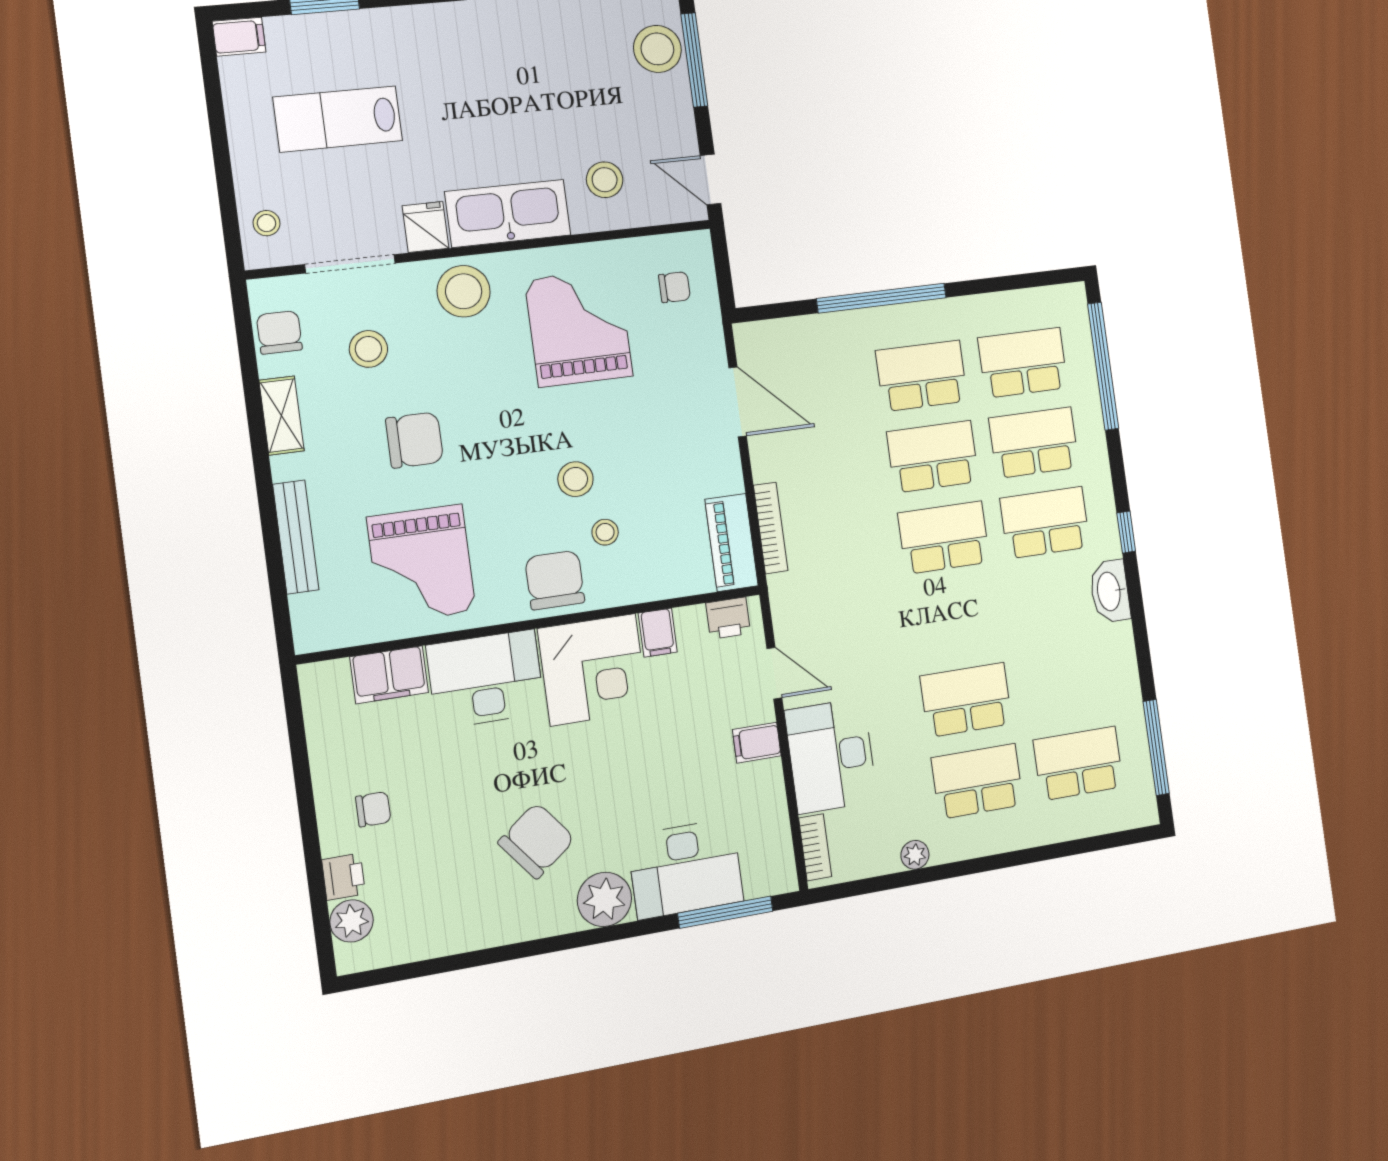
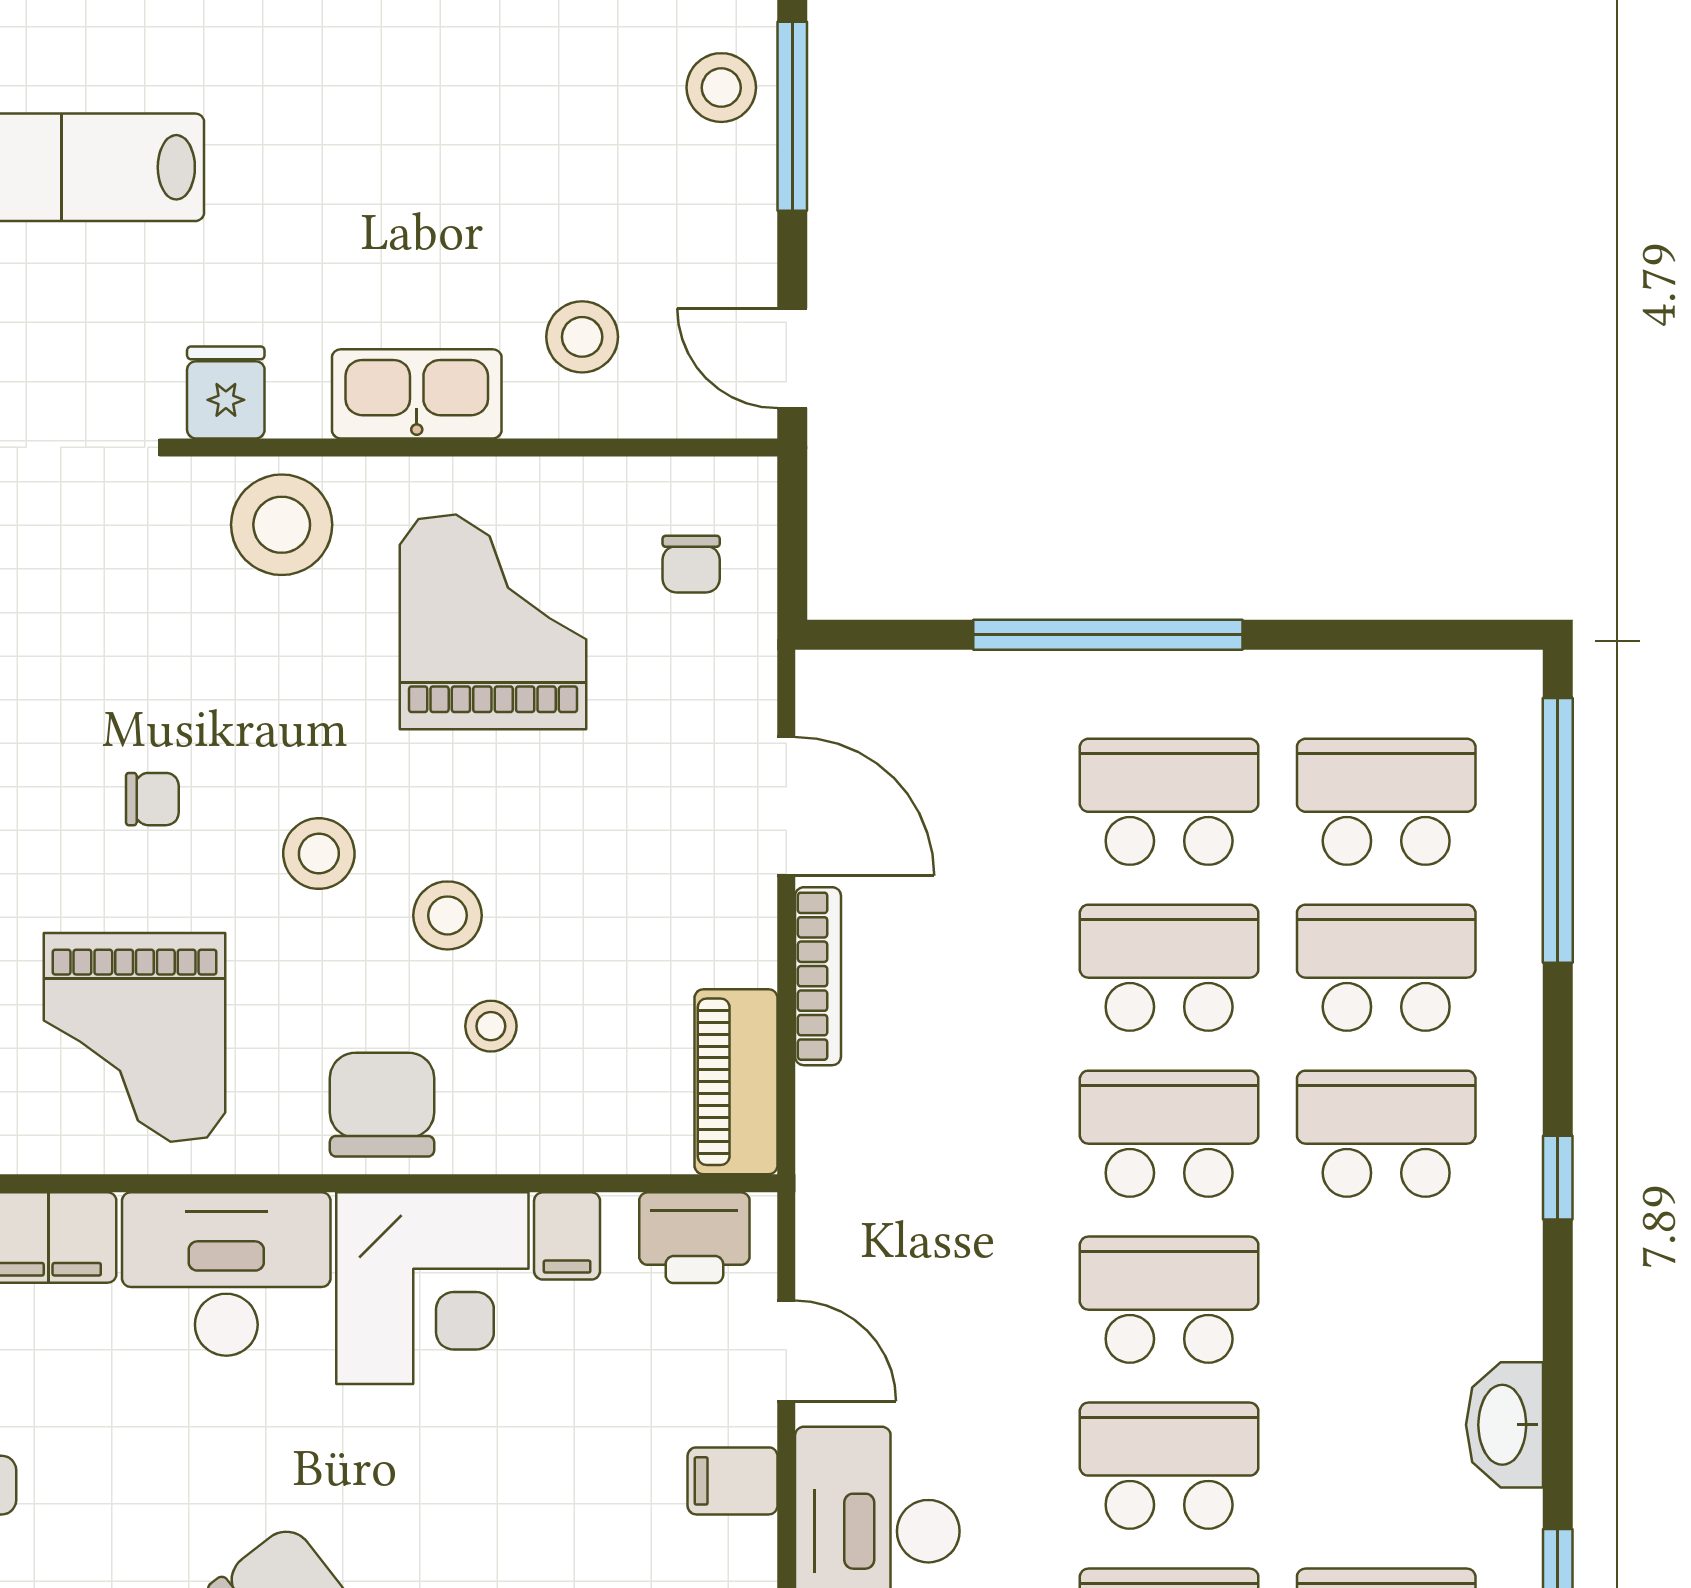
stool: (657, 49) -> (721, 88), width x0.73, depth x0.73
kitchen sink: (508, 213) -> (417, 394), width x0.73, depth x0.81
chair: (674, 287) -> (691, 564), turned 90
stool: (368, 349) -> (319, 854), moved
chair: (415, 440) -> (152, 799), width x0.54, depth x0.54
bookcase: (771, 528) -> (818, 976), moved
washbasin: (1110, 591) -> (1505, 1425), moved
printer: (728, 618) -> (694, 1238), width x1.36, depth x1.24
school desk: (955, 619) -> (1169, 1300), added

